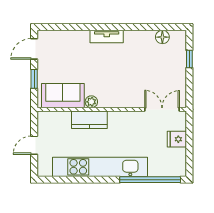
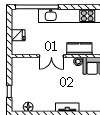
double door: (162, 109) -> (51, 56), moved

